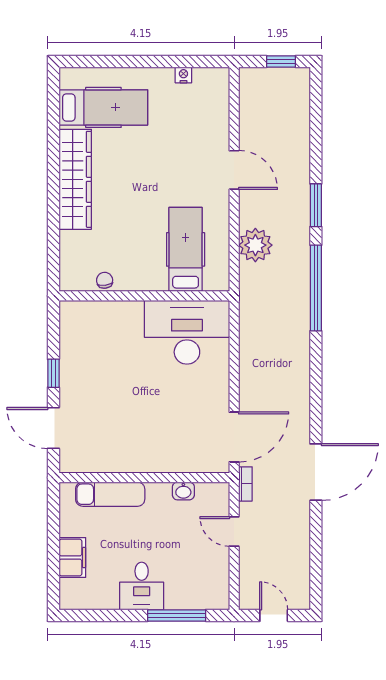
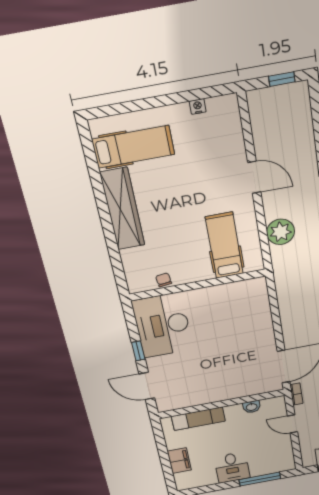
desk: (187, 332) -> (163, 325), moved, turned -90

